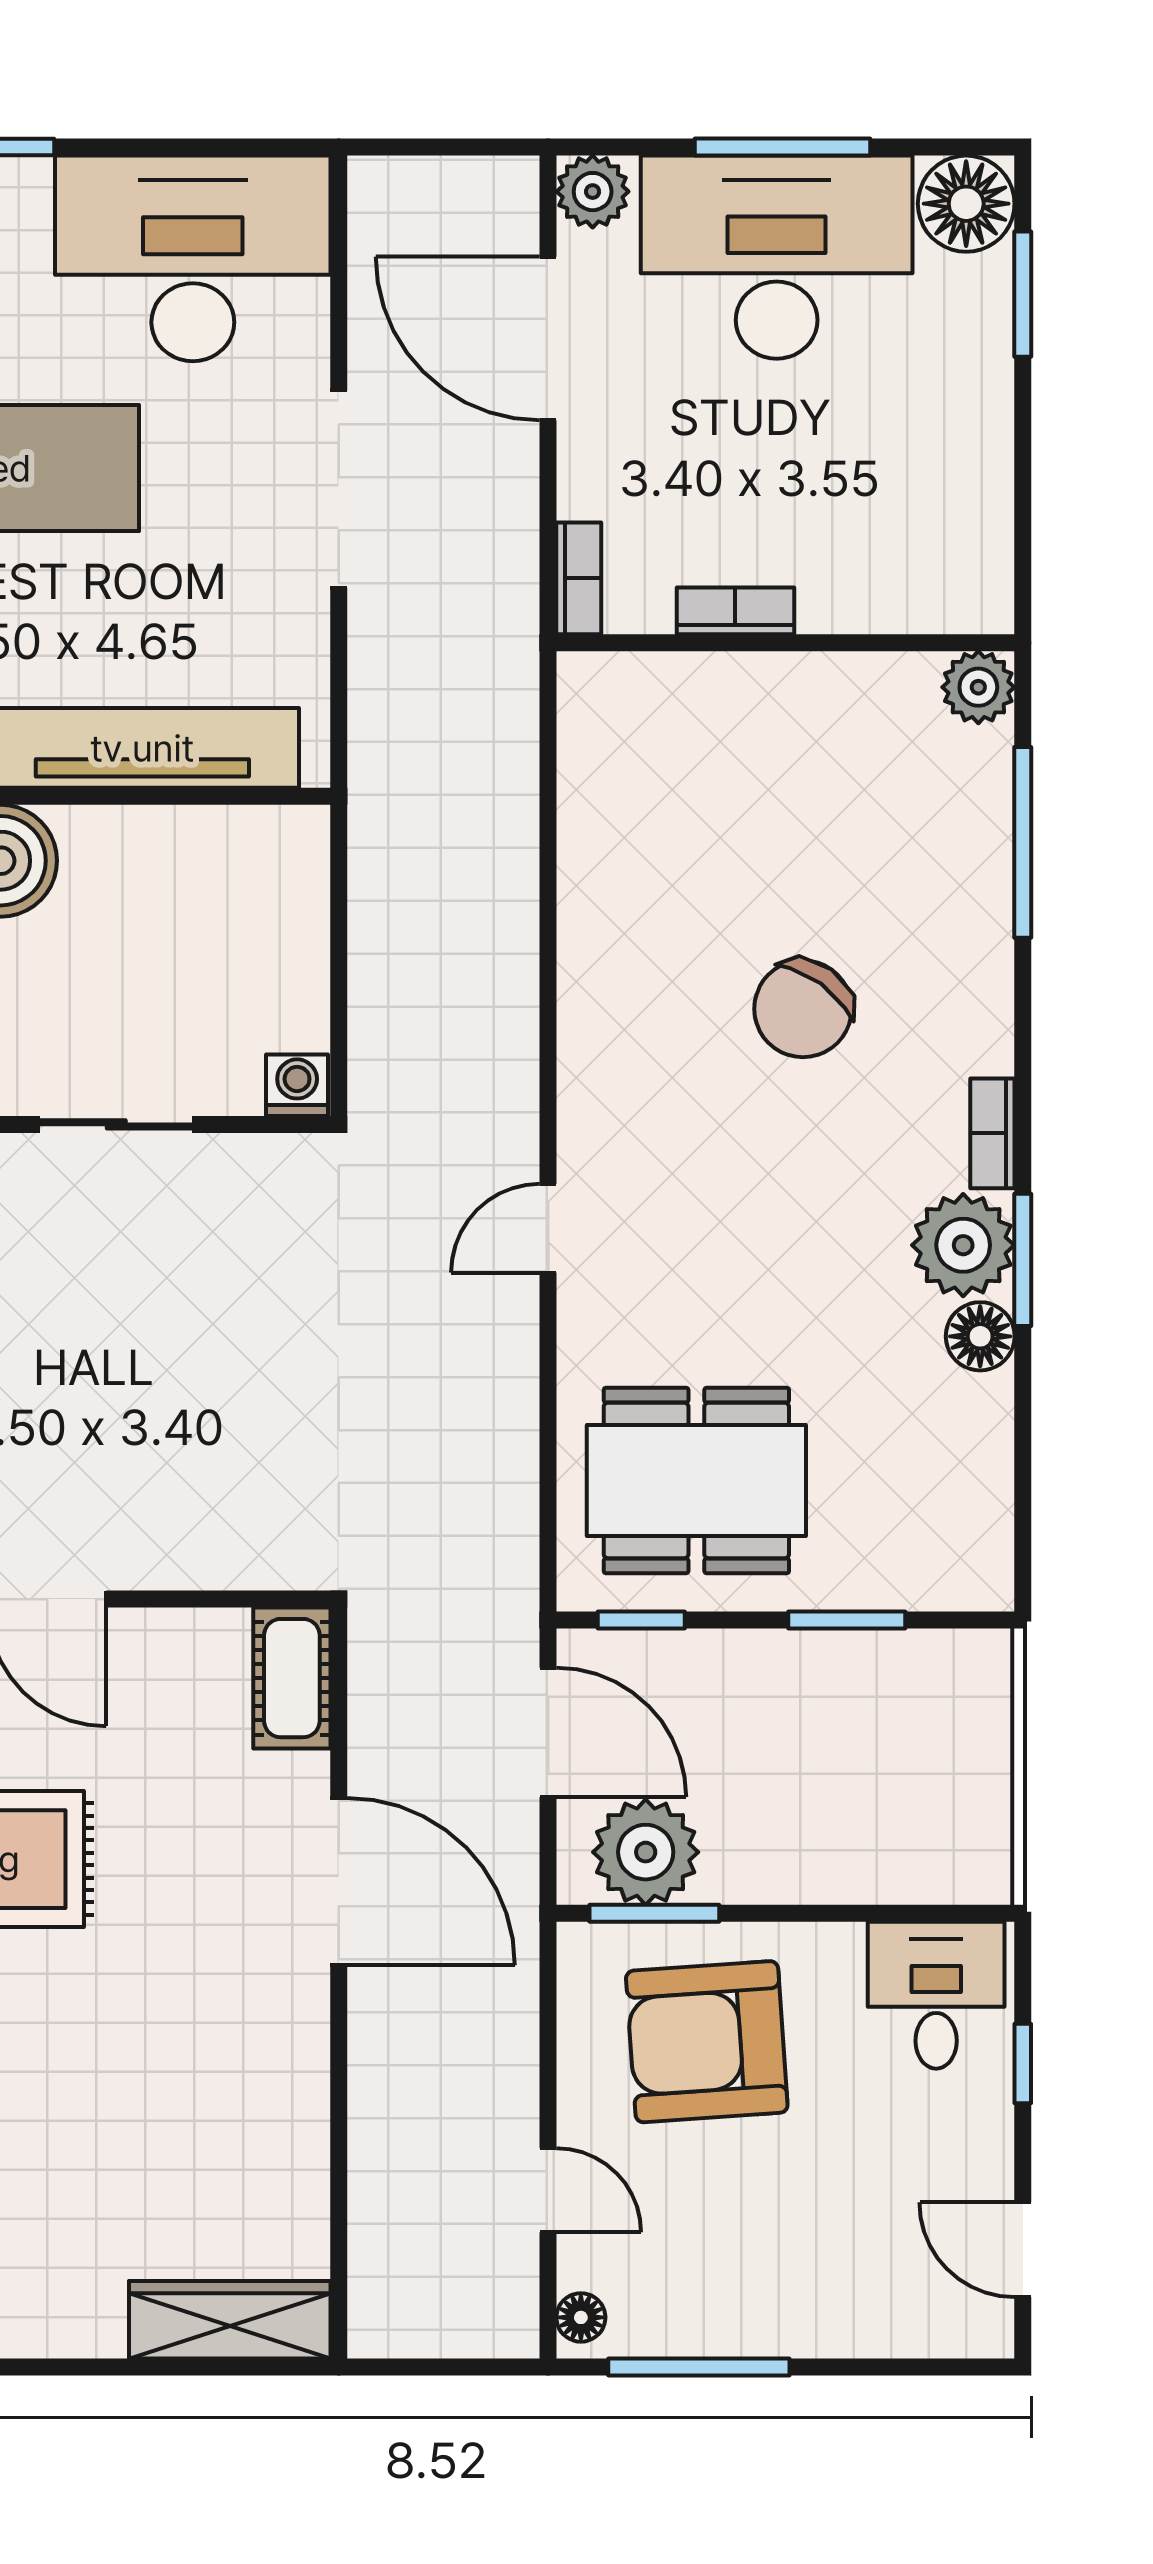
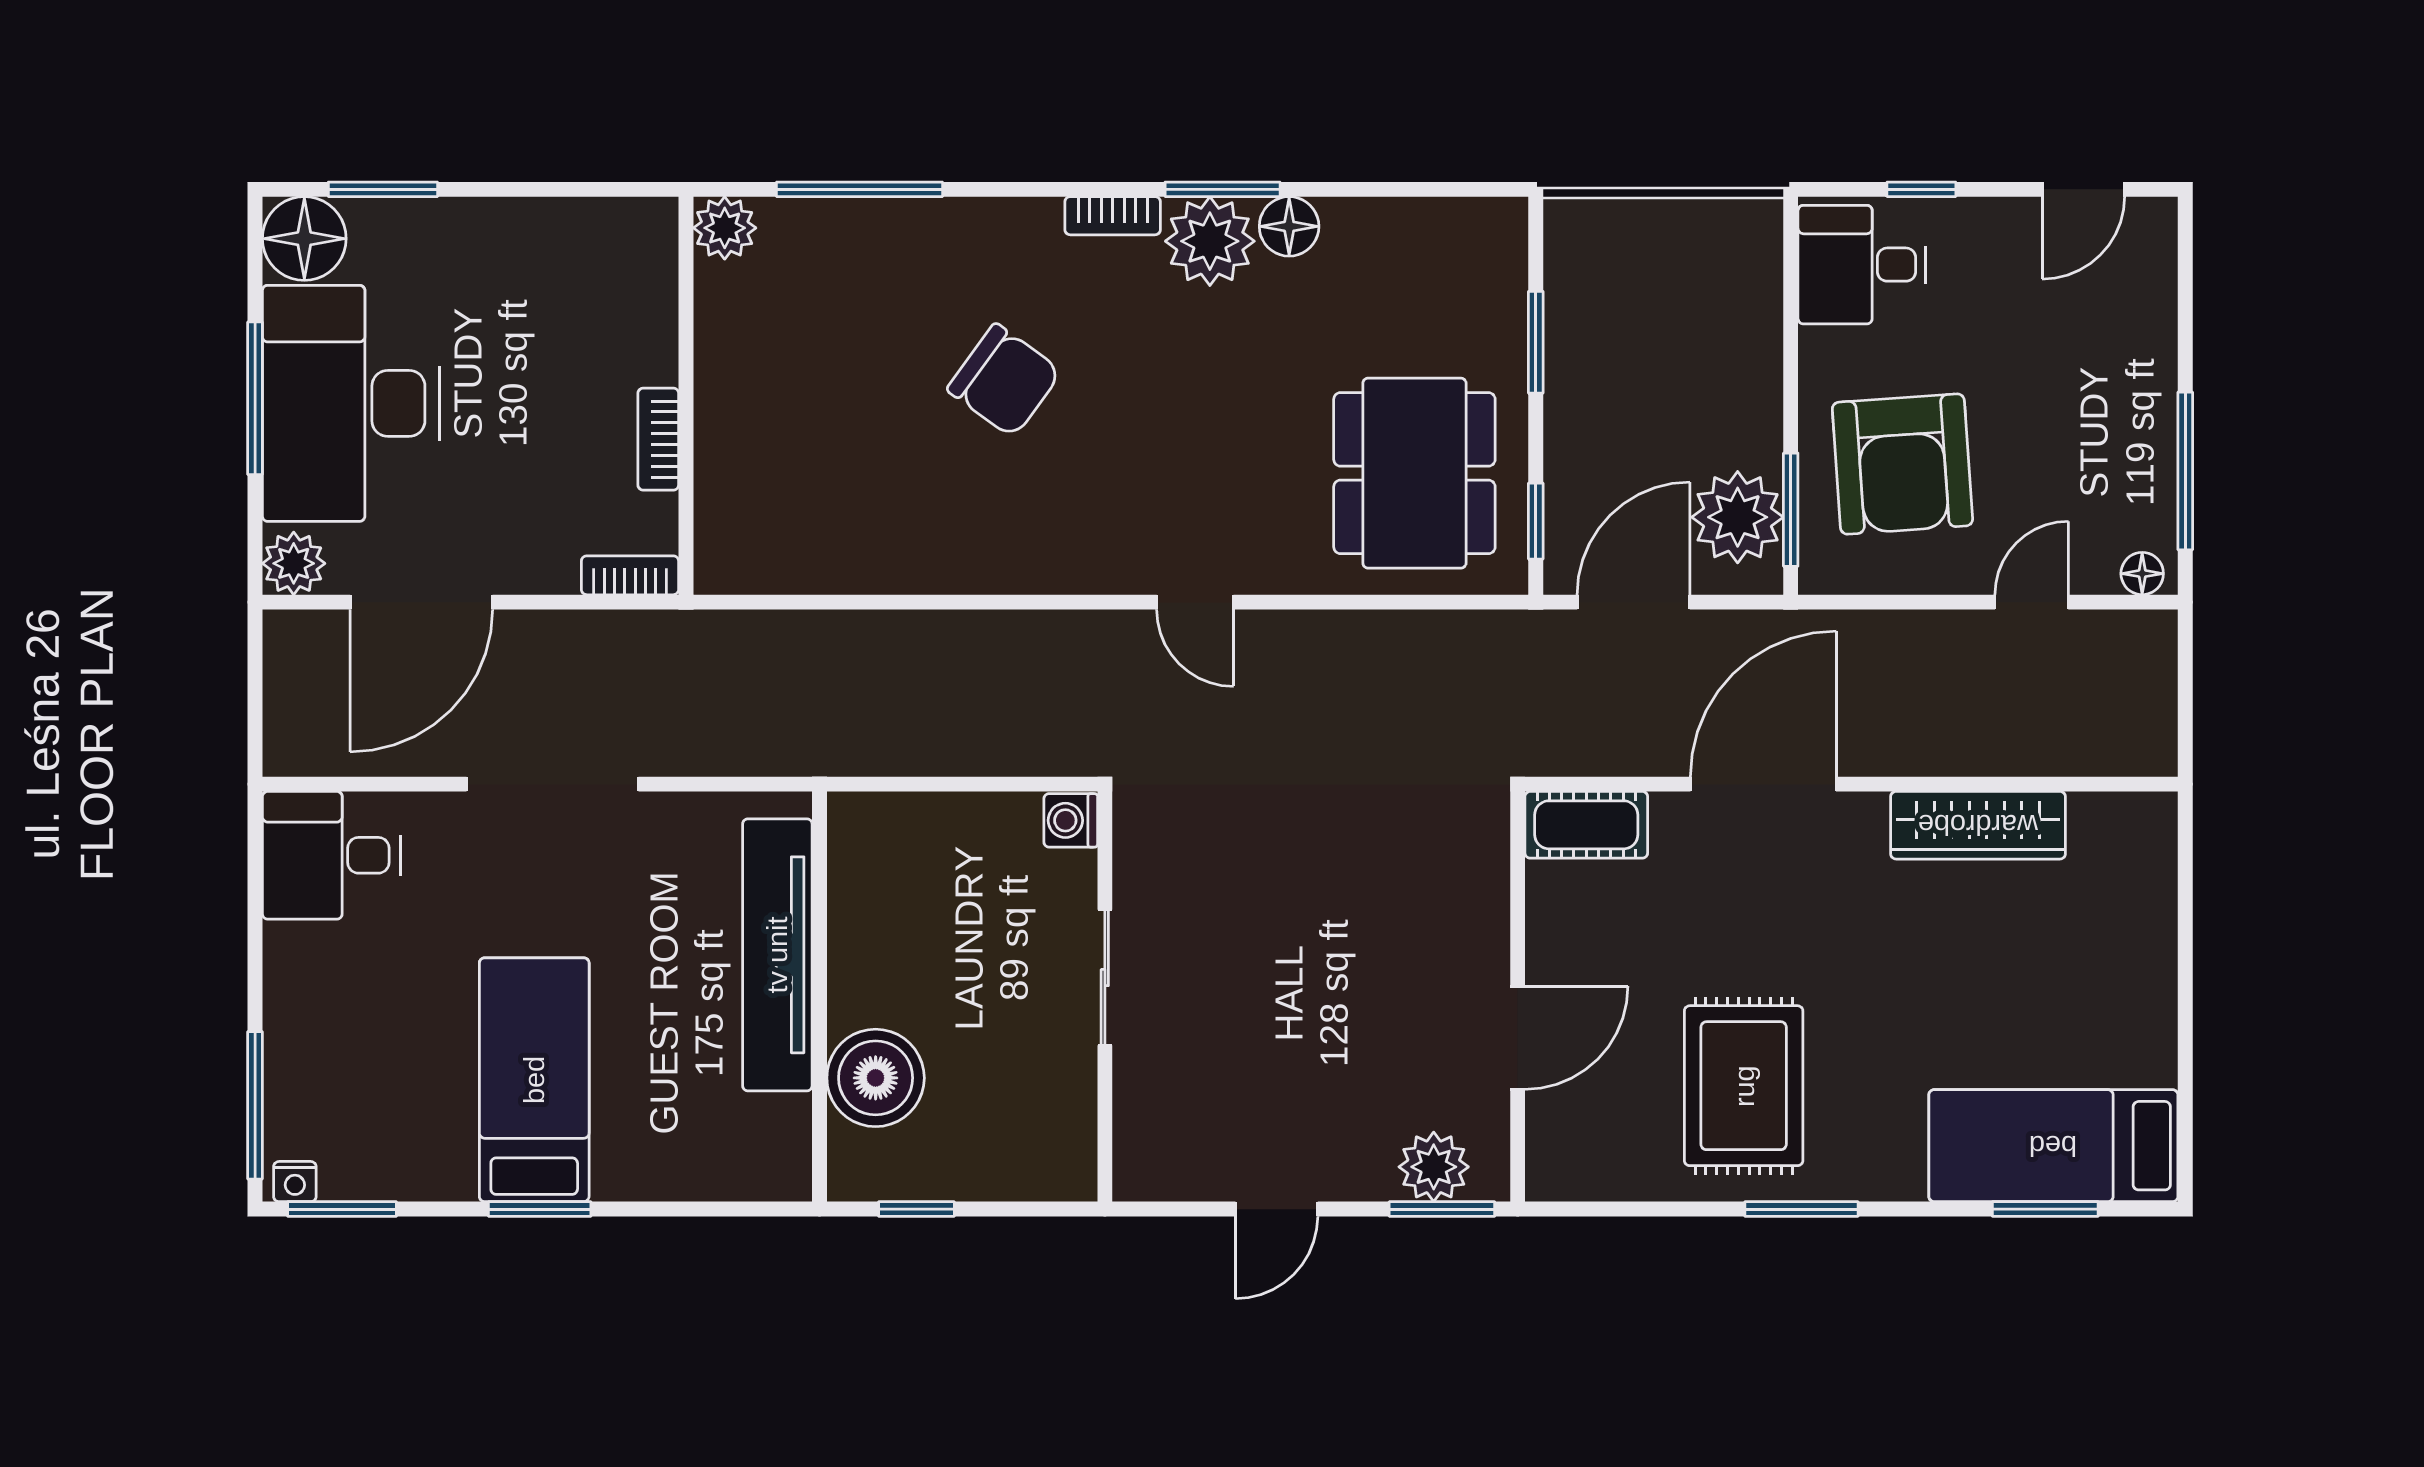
desk: (193, 258) -> (331, 855), width x0.53, depth x0.77
wardrobe: (230, 2320) -> (1978, 825), moved, turned -90

